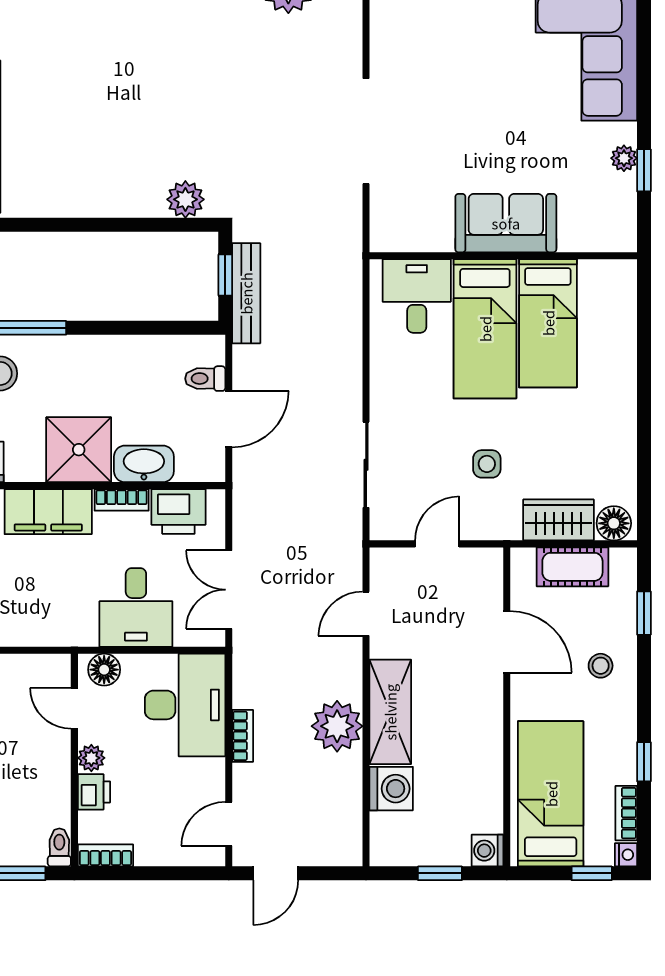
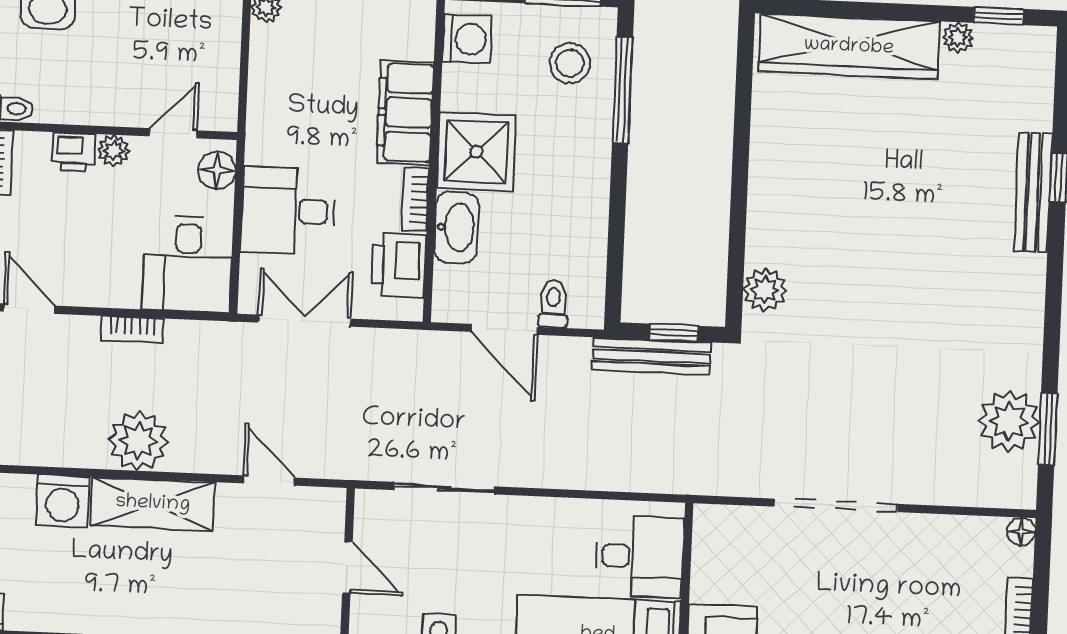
desk: (185, 705) -> (187, 264), width x0.73

